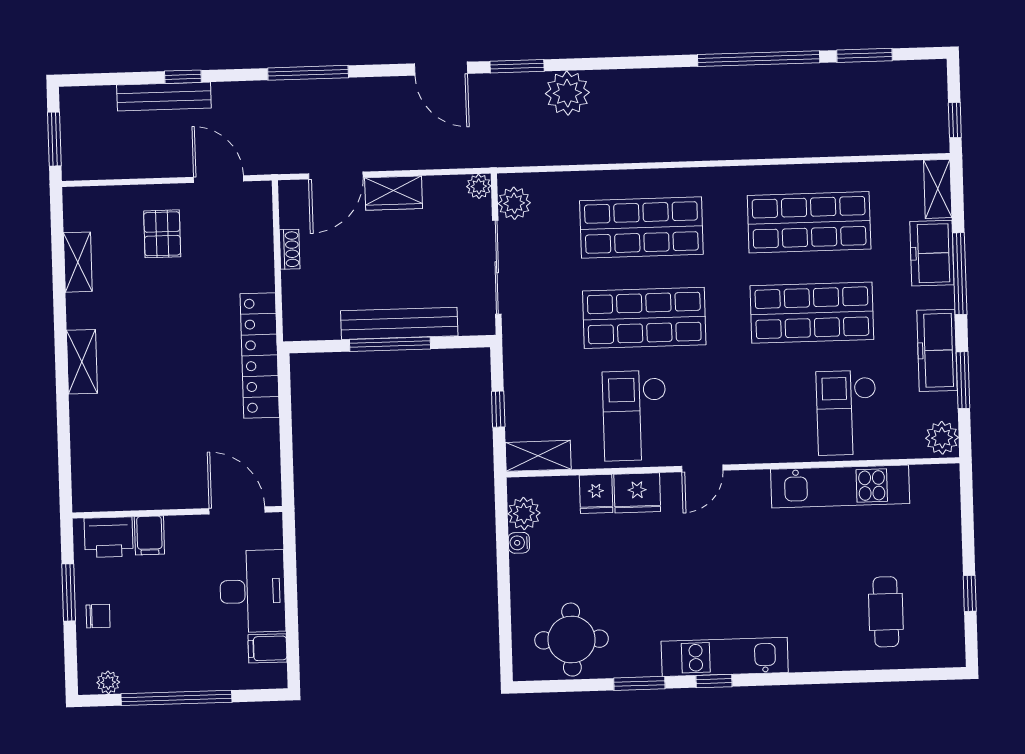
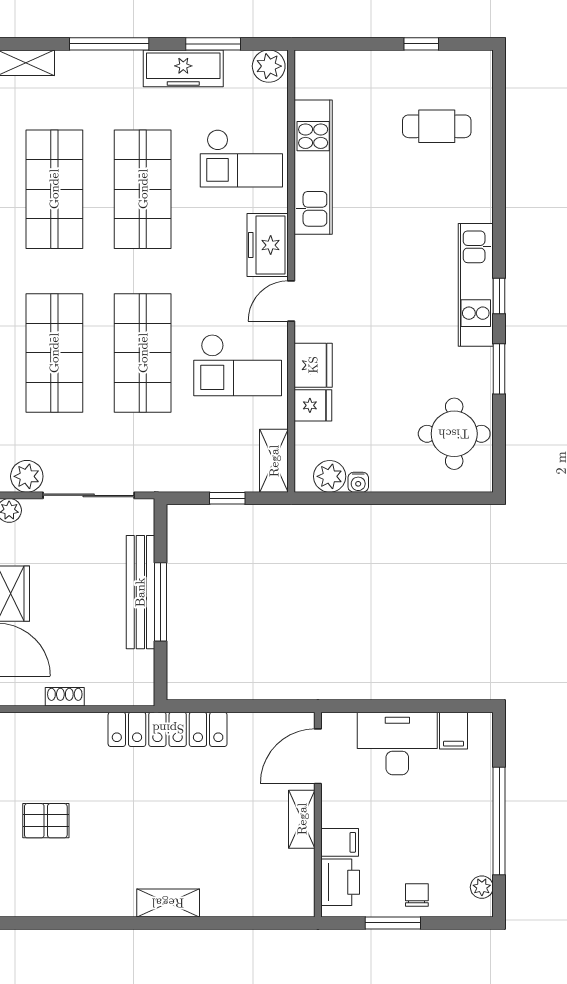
freezer: (932, 253) -> (268, 245), moved, turned 90
shelving: (78, 262) -> (302, 819), moved, turned 90
door: (702, 468) -> (291, 301), swing flipped

